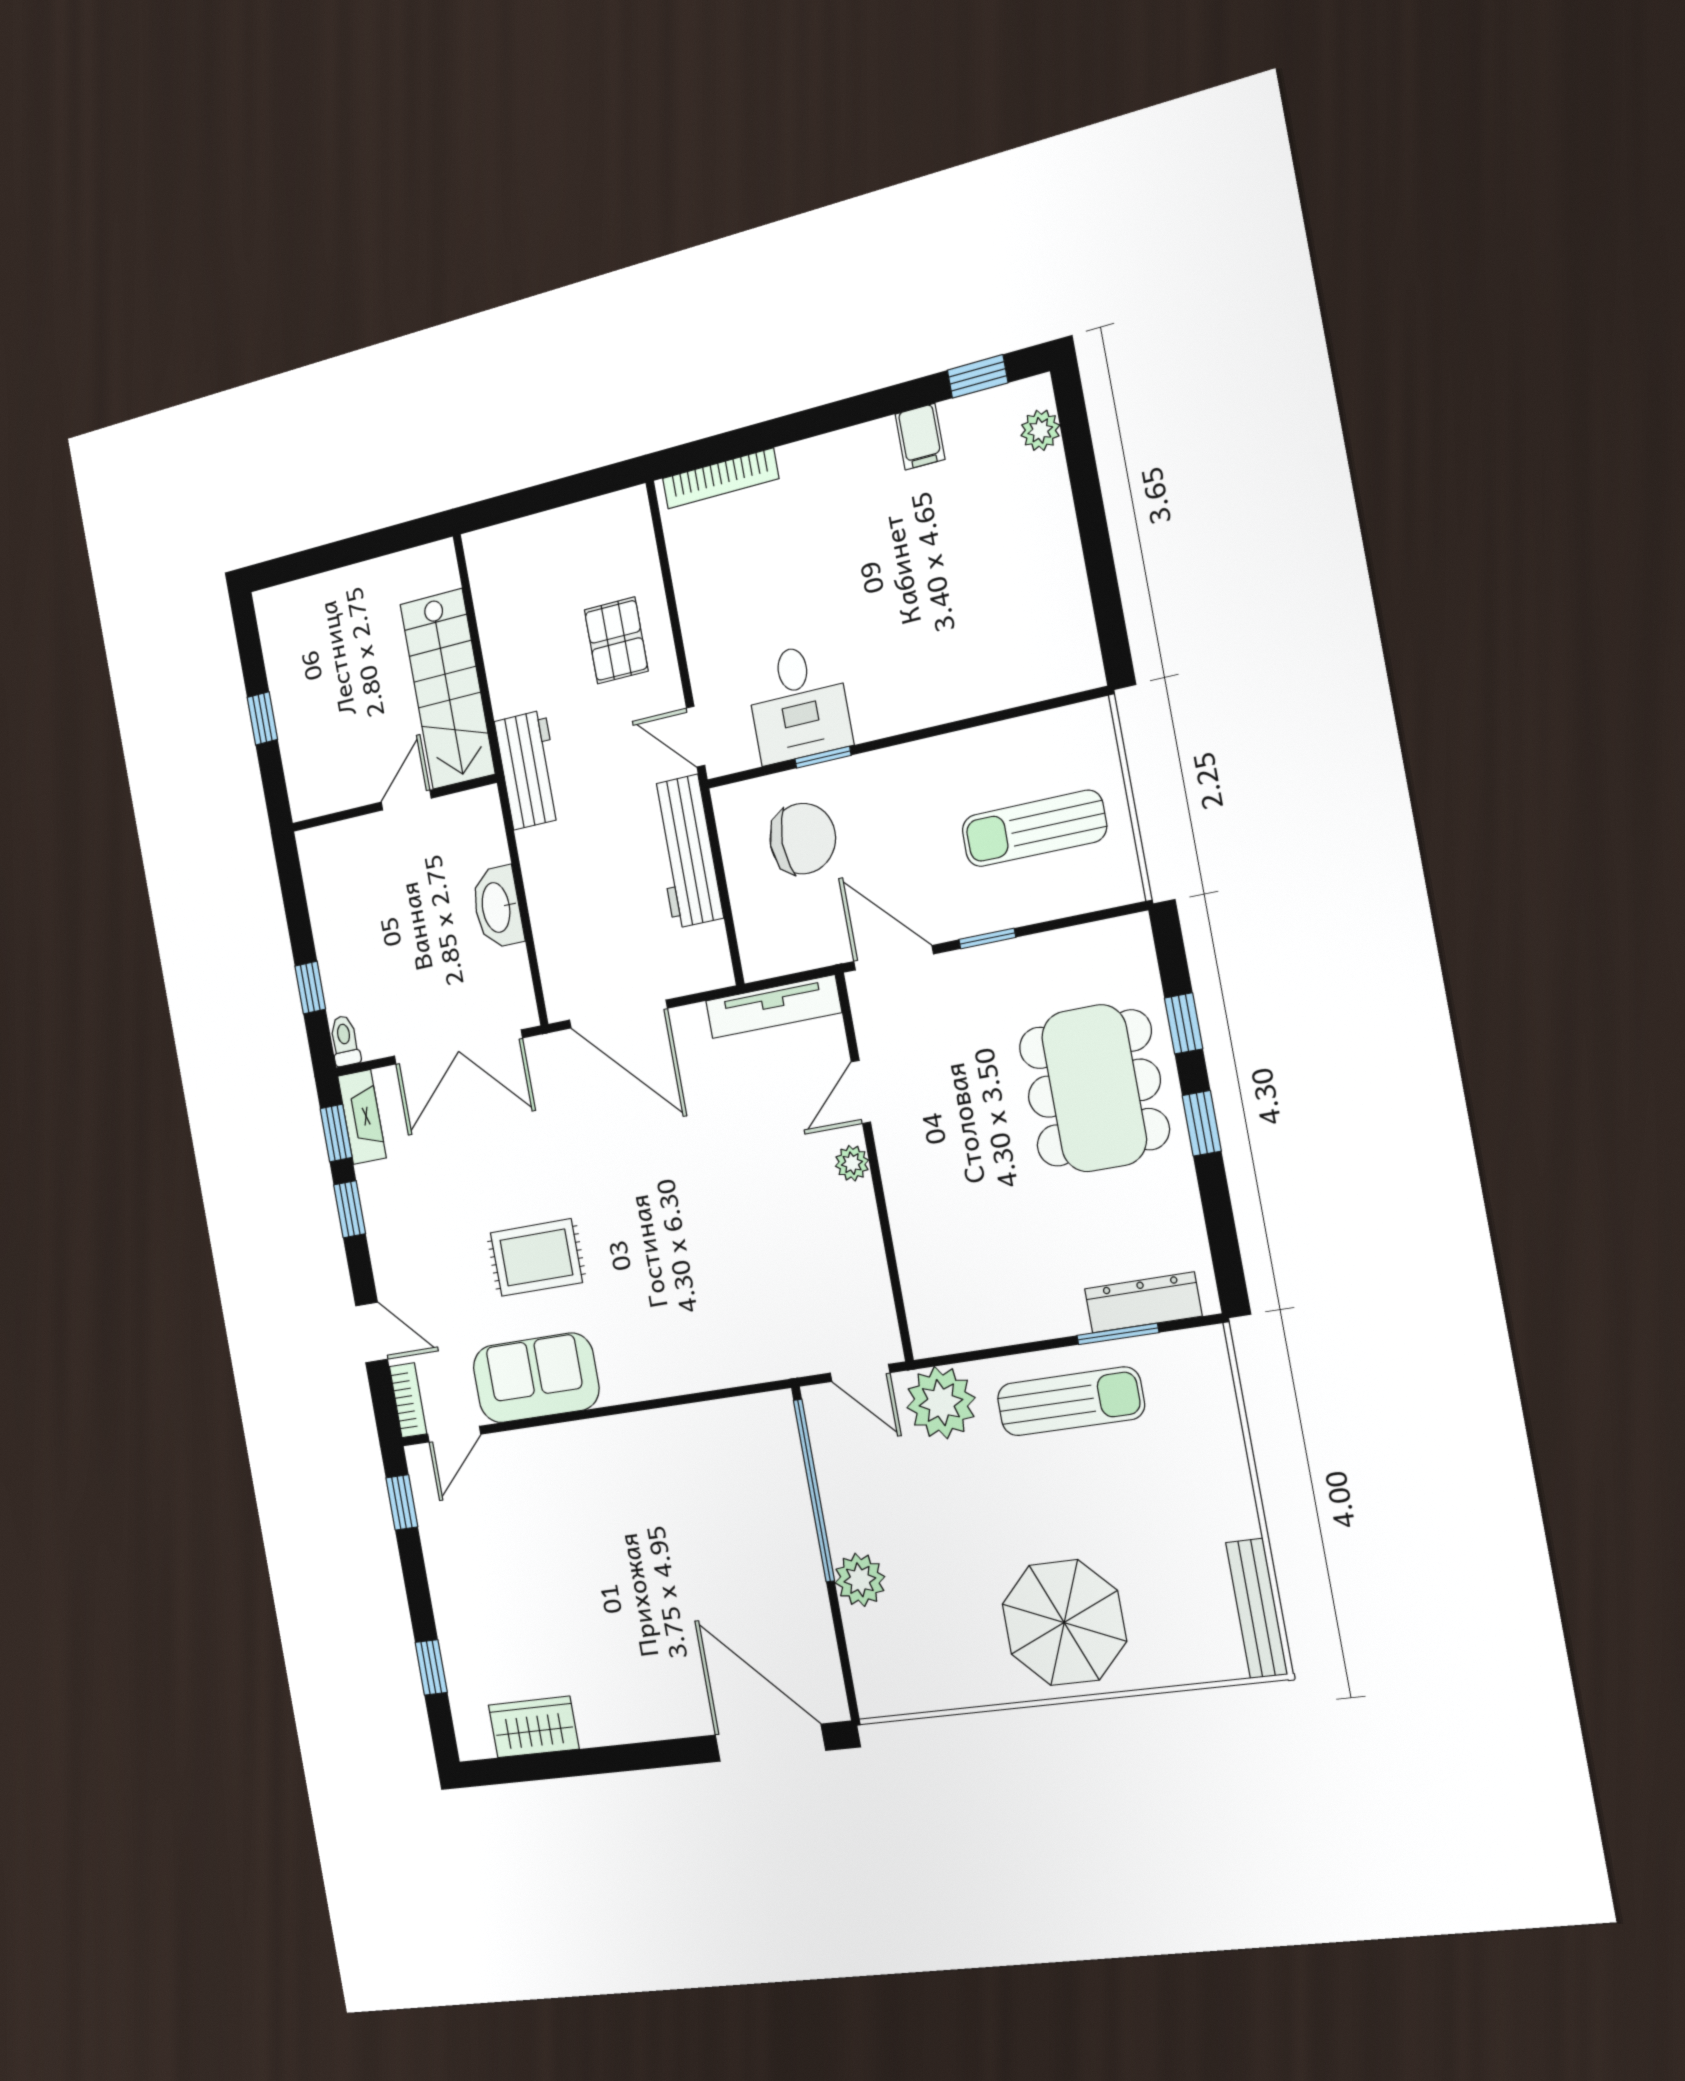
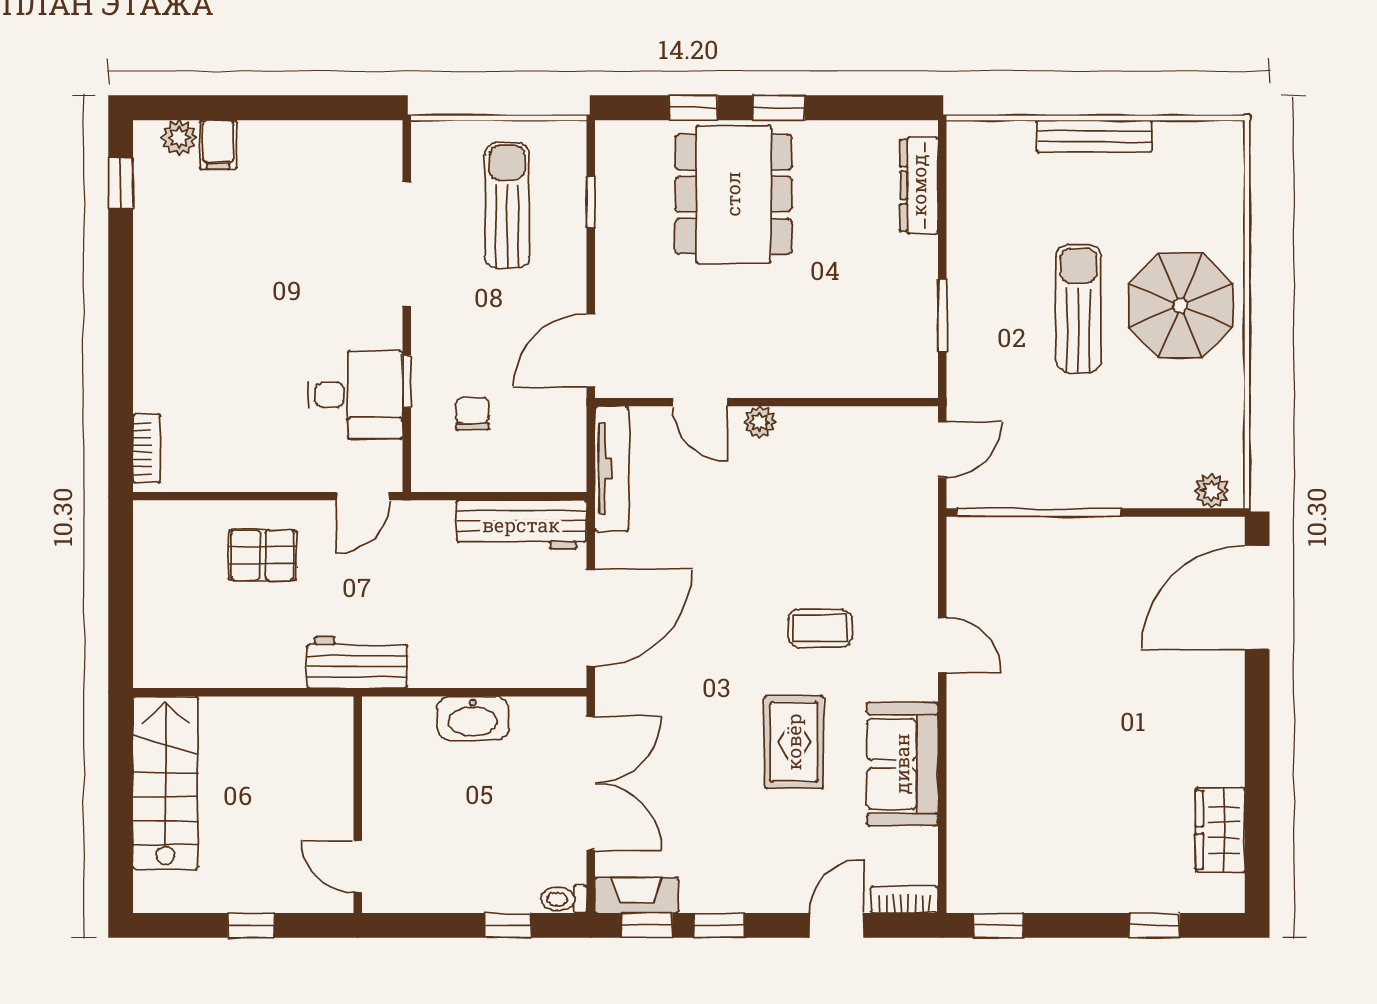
filing cabinet: (920, 437) -> (218, 145), moved, turned 90
bookcase: (721, 479) -> (147, 449), width x0.64
stairs: (448, 689) -> (165, 783), moved, turned -90
doorway: (970, 723) -> (407, 244), added
door: (406, 800) -> (358, 866), moved
sun lounger: (1034, 829) -> (507, 205), turned 180
chair: (803, 839) -> (472, 413), width x0.54, depth x0.54
workbench: (686, 852) -> (521, 525), moved
window: (987, 938) -> (591, 202), moved
dining table: (1094, 1088) -> (733, 194), turned 90
coffee table: (653, 1267) -> (820, 628), added
window: (1118, 1334) -> (942, 315), moved
sun lounger: (1071, 1401) -> (1078, 309), moved
plant: (941, 1403) -> (978, 380), removed
door: (454, 1434) -> (942, 645), moved
plant: (860, 1580) -> (1211, 491), moved, width x0.73, depth x0.73
bench: (1257, 1608) -> (1094, 136), moved

